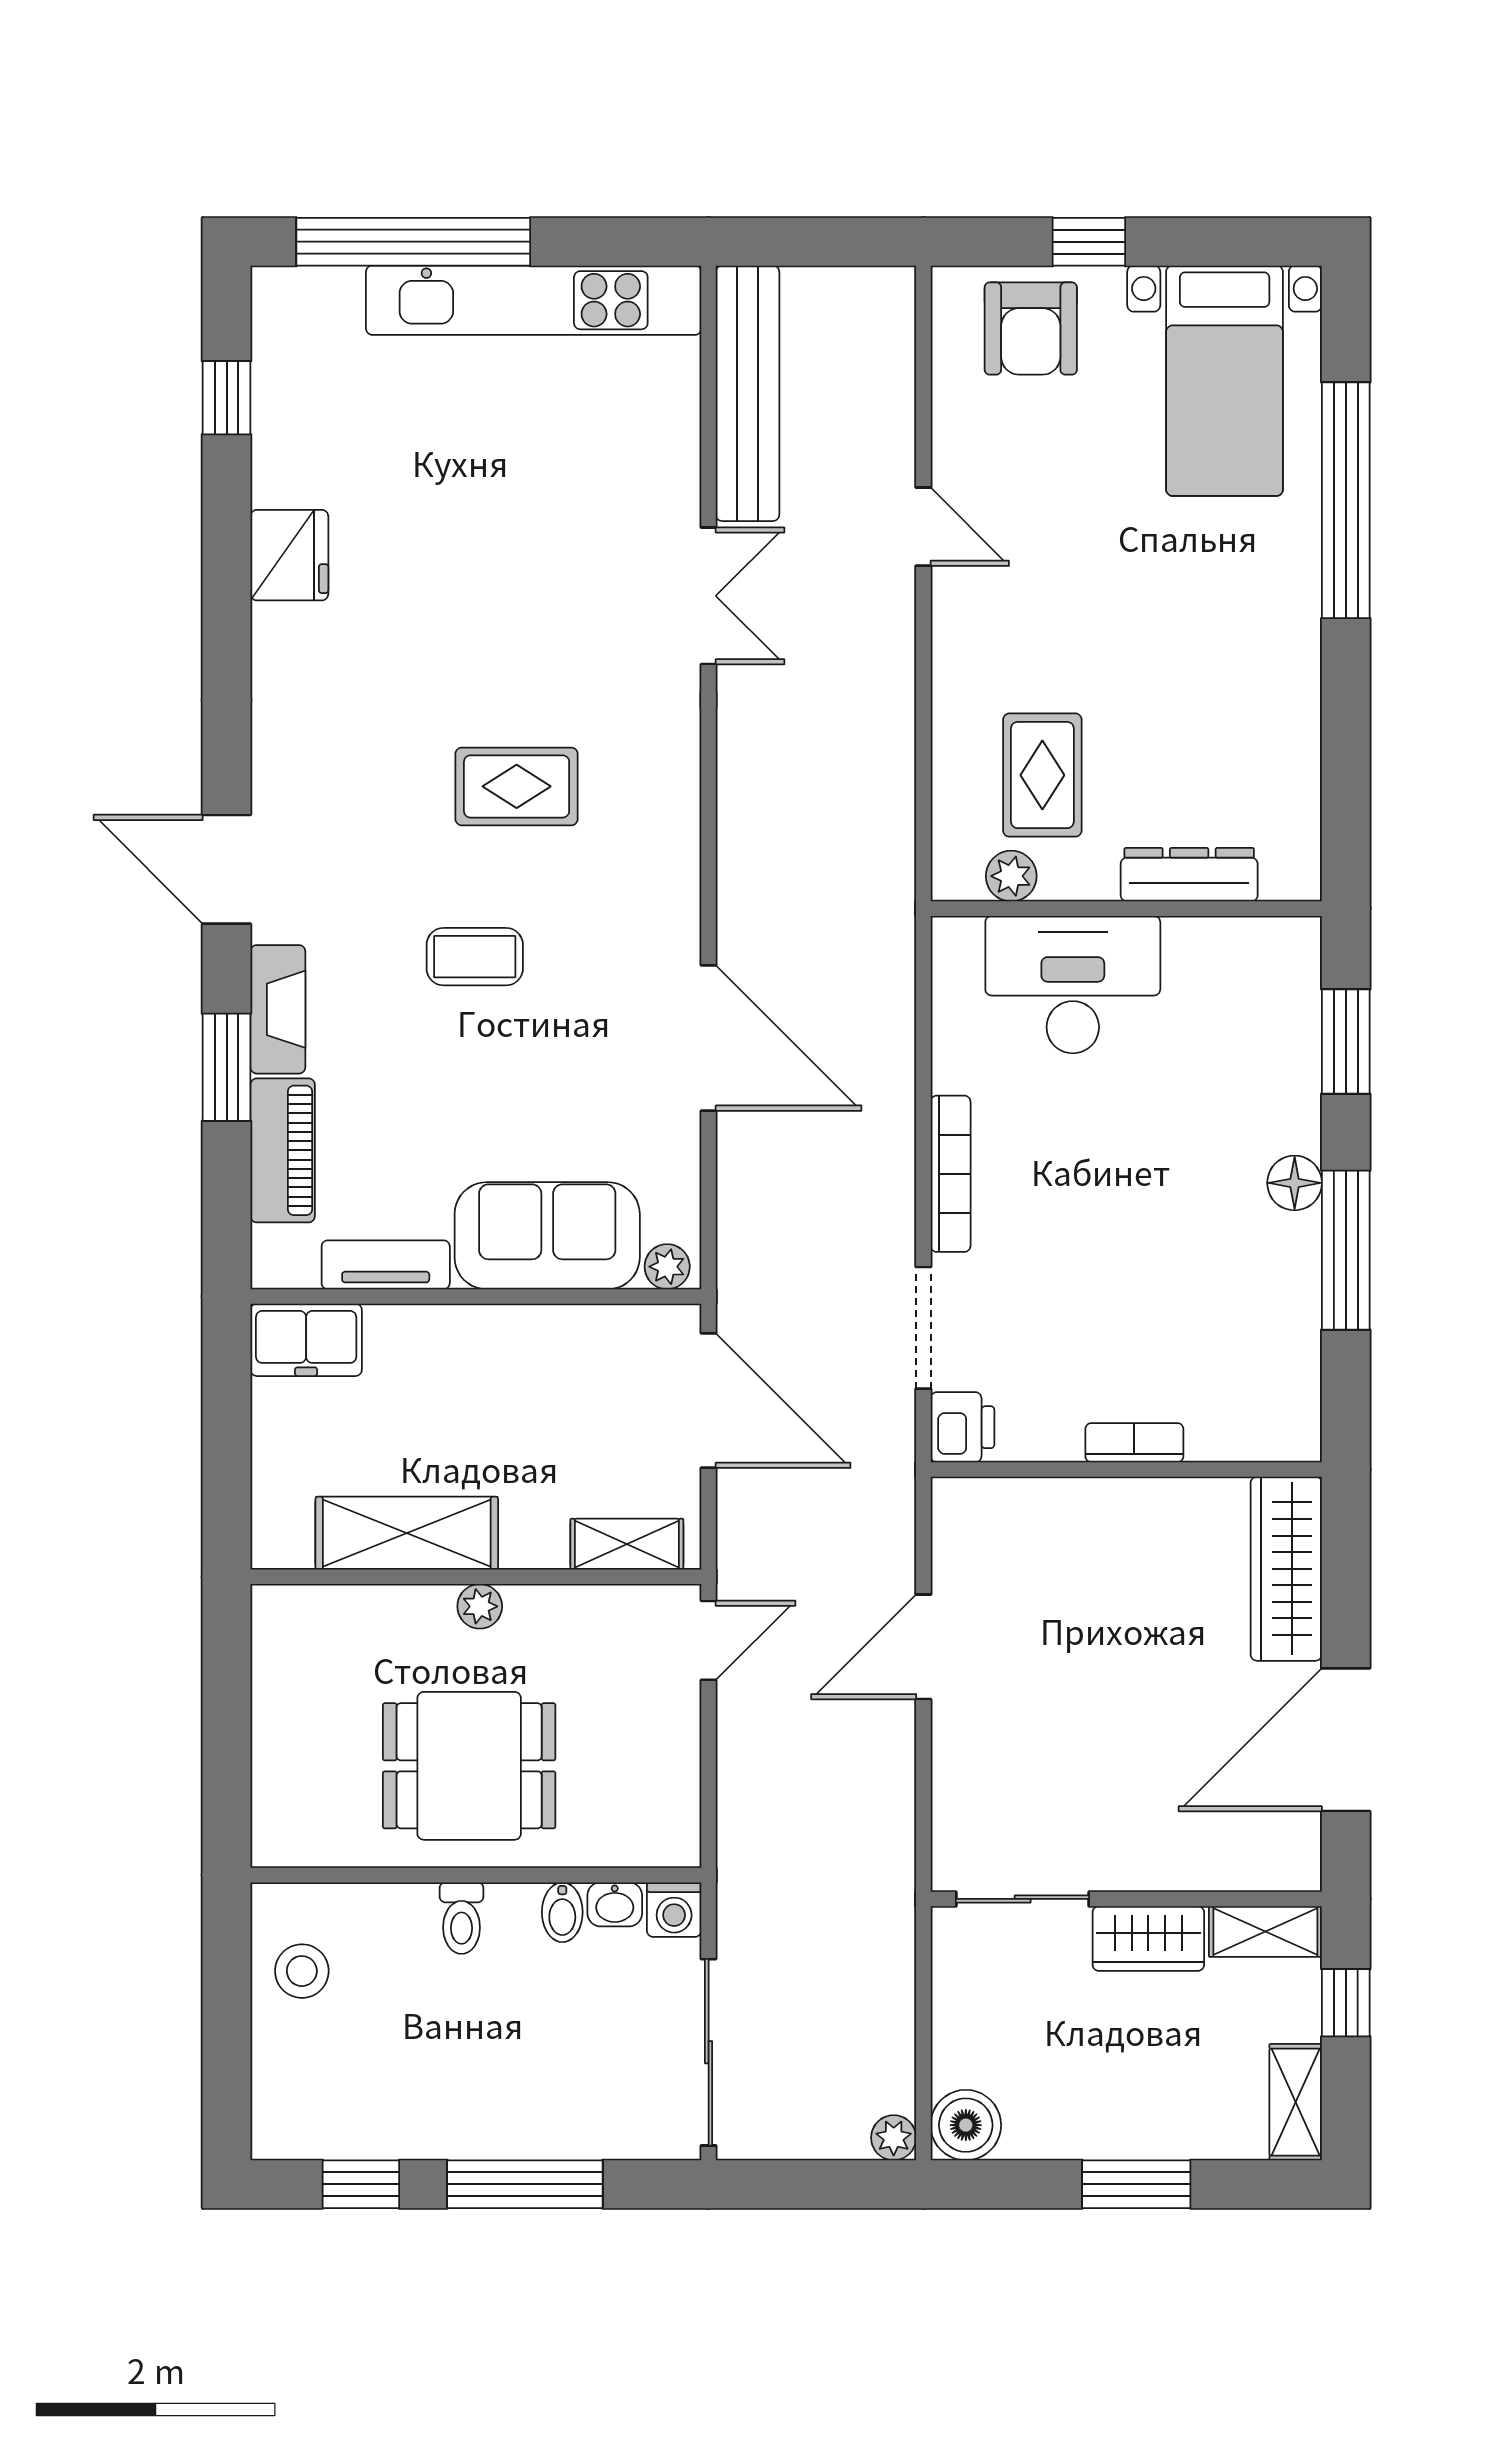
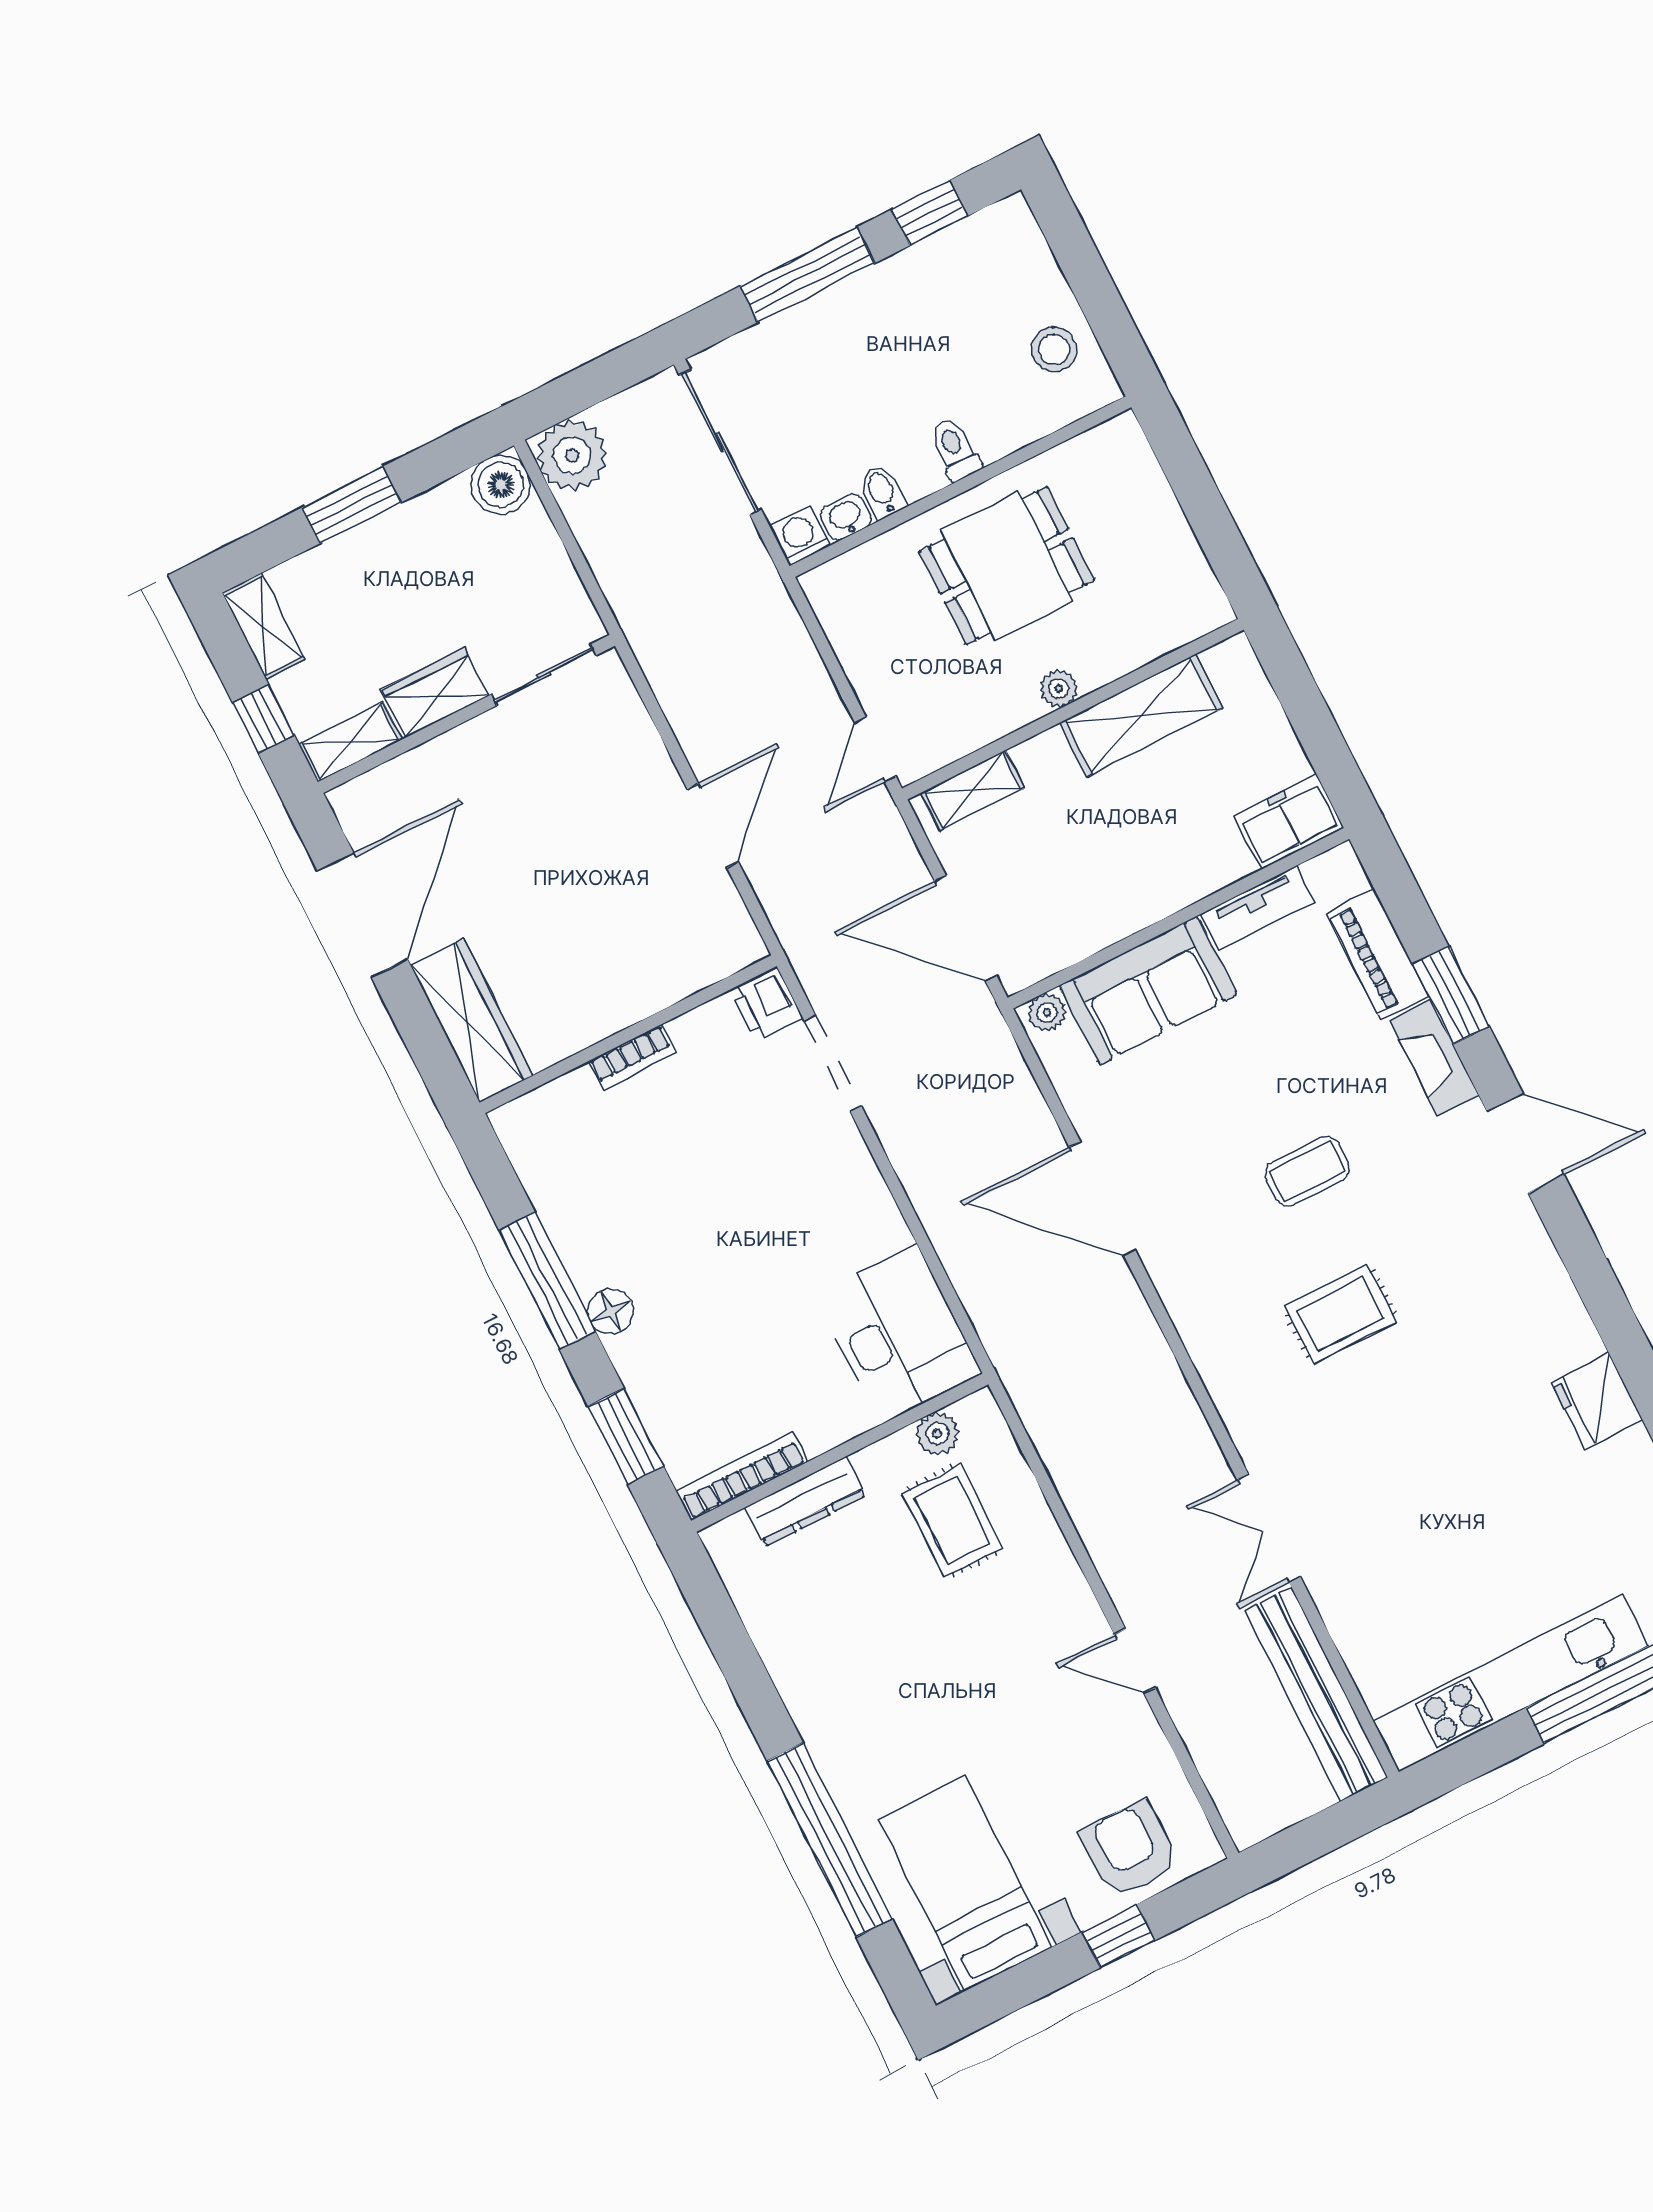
desk: (1073, 985) -> (899, 1334), moved, turned -90
bookcase: (951, 1174) -> (742, 1477), moved, turned 90
plant: (894, 2138) -> (572, 455), width x1.87, depth x1.87

